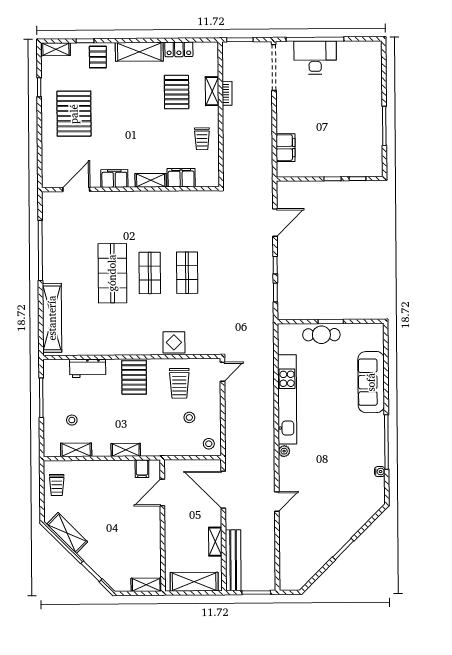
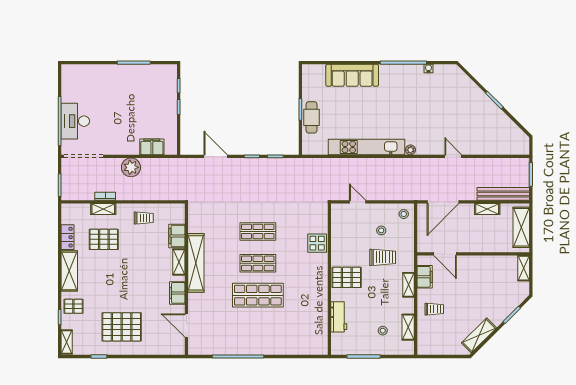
plant: (261, 123) -> (131, 167), added
shelving: (52, 318) -> (196, 263), moved, turned 90
door: (222, 372) -> (358, 202), moved
trolley: (179, 383) -> (383, 257), moved
filing cabinet: (142, 469) -> (425, 277), width x2.00
trolley: (57, 485) -> (434, 309), moved

